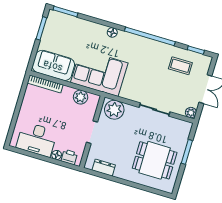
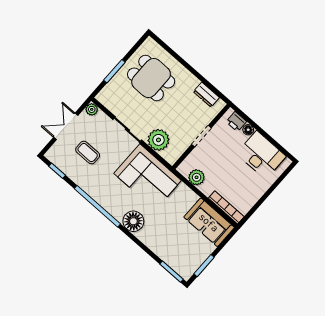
floor lamp: (112, 32) -> (133, 221), width x1.89, depth x1.89
coffee table: (180, 66) -> (88, 152), moved
corner sofa: (99, 73) -> (148, 177), moved
plant: (114, 110) -> (158, 140), moved

